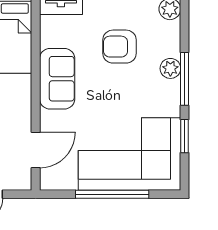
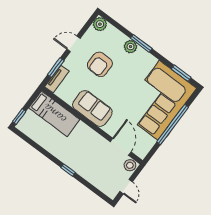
window: (184, 79) -> (141, 43), width x0.69
window: (184, 136) -> (181, 73), moved
stool: (21, 179) -> (130, 165), added

